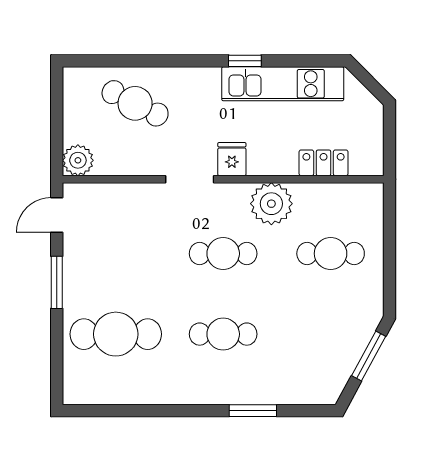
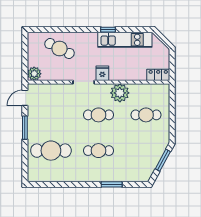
locker: (324, 163) -> (158, 75), moved

